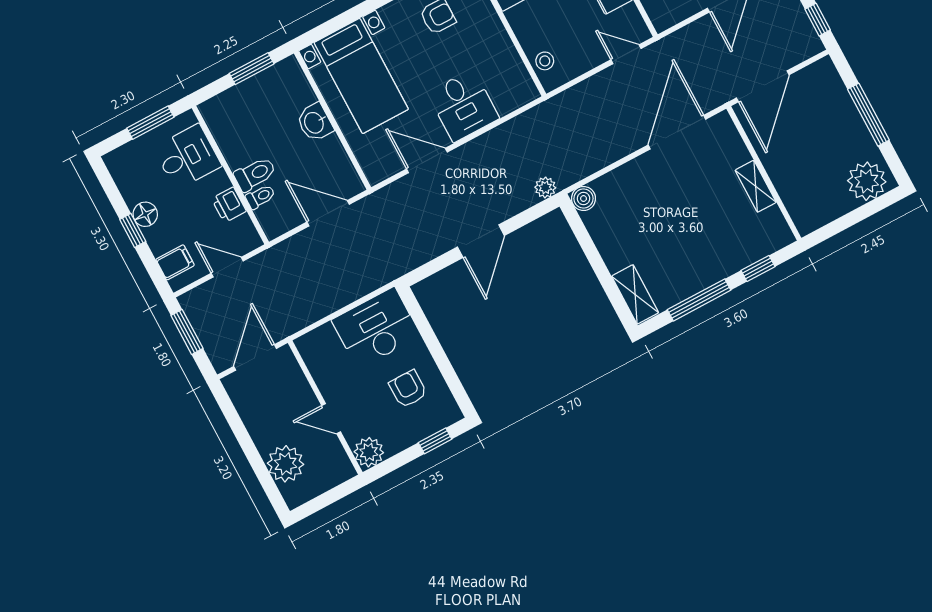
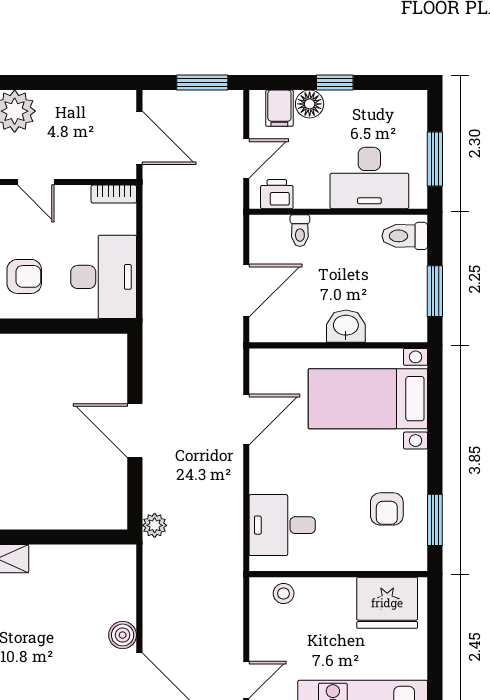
desk: (463, 106) -> (282, 525), moved
desk: (187, 157) -> (369, 178), width x1.37
toilet: (255, 174) -> (405, 236), moved, turned 90
boiler: (584, 198) -> (123, 635), moved
printer: (229, 205) -> (277, 194), moved
floor lamp: (145, 214) -> (310, 104), moved
bookcase: (308, 354) -> (114, 194), added
door: (331, 419) -> (36, 182), swing flipped

